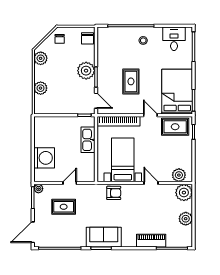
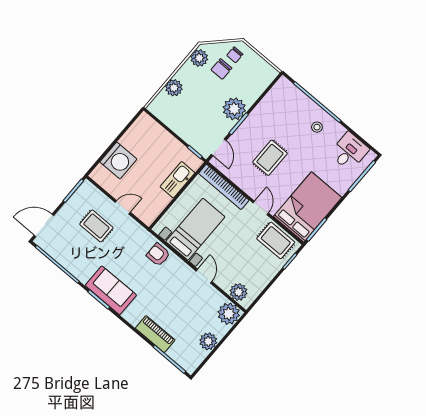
chair: (87, 38) -> (221, 69), moved
plant: (38, 189) -> (87, 186), removed
armchair: (114, 193) -> (158, 255), turned 180

